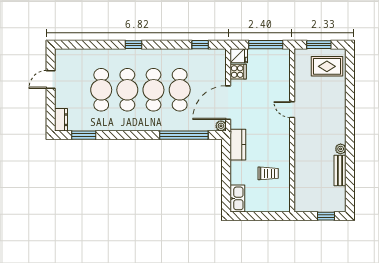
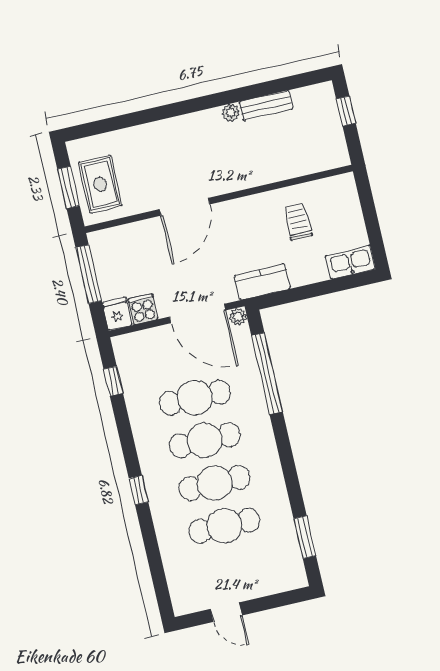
rug: (327, 66) -> (100, 184), moved
door: (292, 110) -> (185, 207), width x1.88
dresser: (61, 120) -> (288, 580), removed

